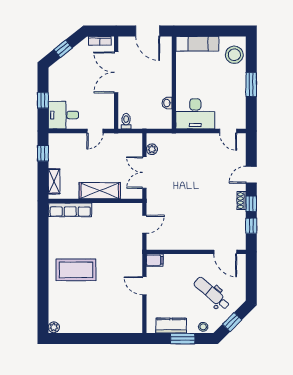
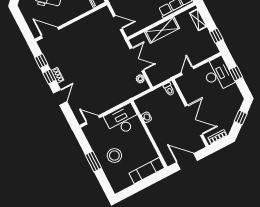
stool: (234, 55) -> (114, 156), moved
desk: (63, 115) -> (218, 74), width x1.37
door: (144, 224) -> (118, 23), swing flipped

